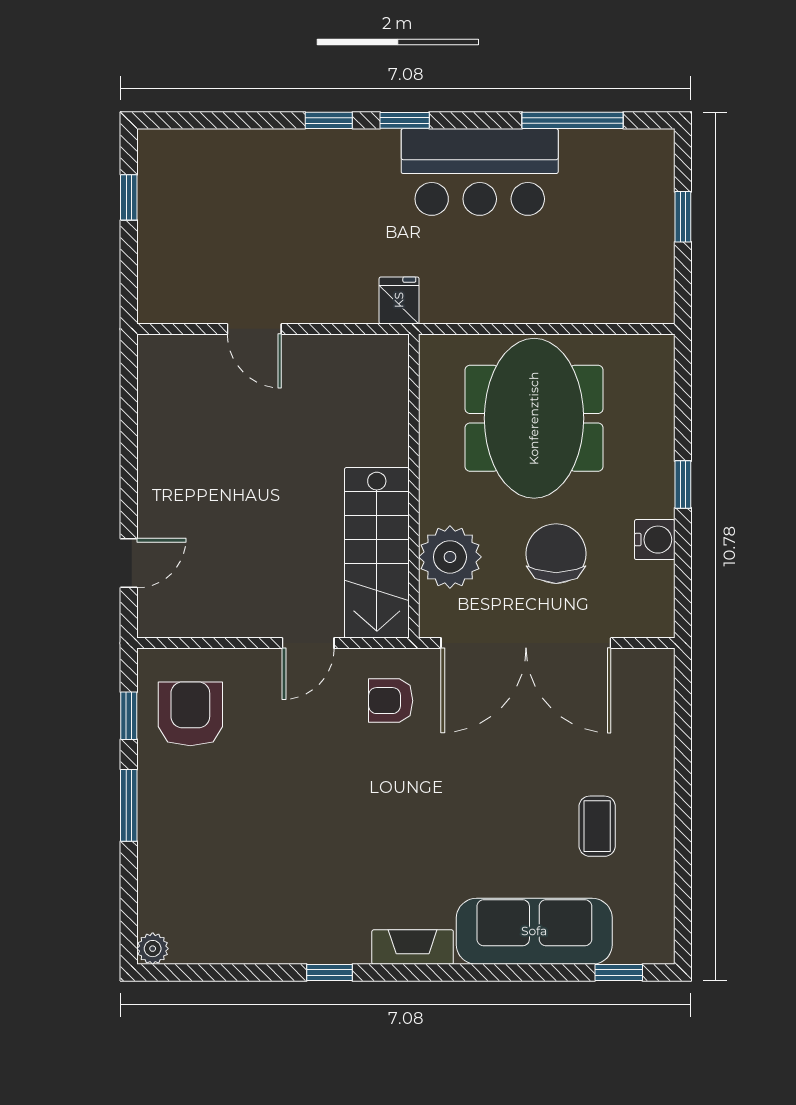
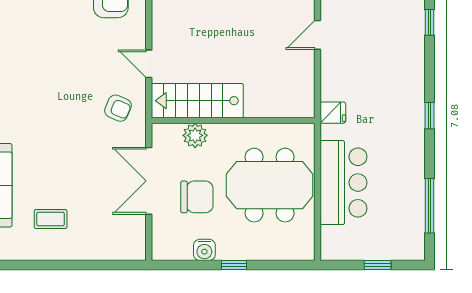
window: (329, 120) -> (430, 22), moved
bar counter: (480, 172) -> (343, 183), moved, turned 180
plant: (450, 557) -> (195, 135), width x0.73, depth x0.73
double door: (526, 643) -> (149, 181), width x0.73
armchair: (391, 701) -> (118, 108), turned 113

